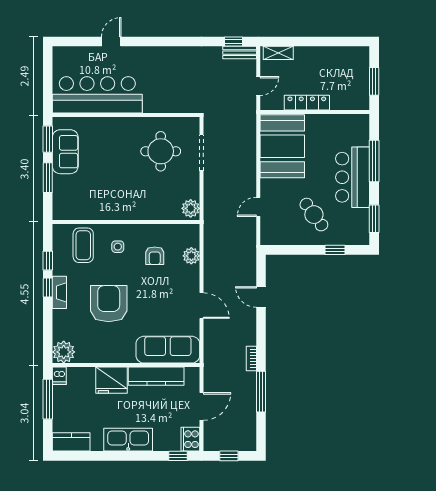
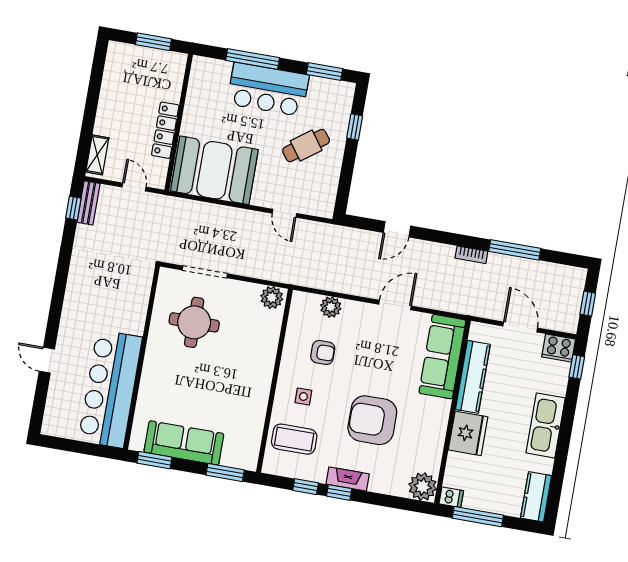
sofa: (65, 152) -> (184, 443), width x1.36
window: (48, 178) -> (225, 473), moved

